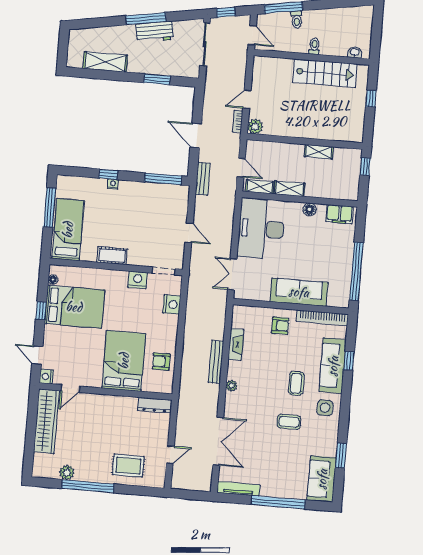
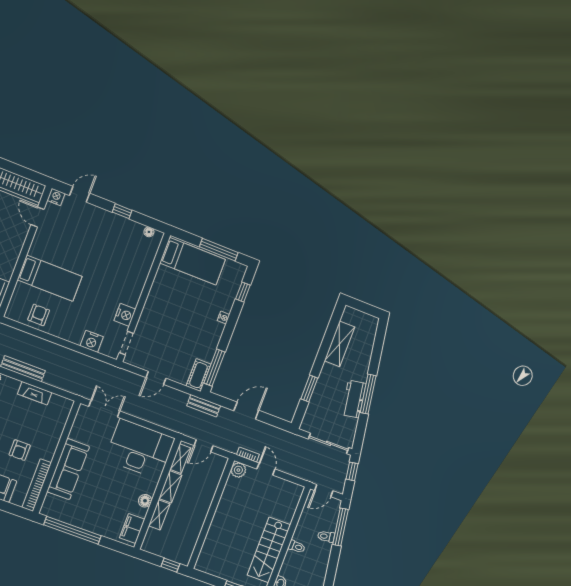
shelving: (319, 152) -> (159, 515), moved
window: (108, 174) -> (243, 292), moved
cot: (112, 256) -> (199, 375), moved
bed: (74, 307) -> (117, 245), removed
armchair: (280, 326) -> (20, 450), moved
bed: (124, 361) -> (50, 278), width x0.67

